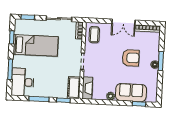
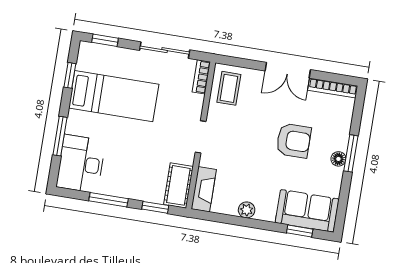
sofa: (131, 93) -> (307, 211), moved

